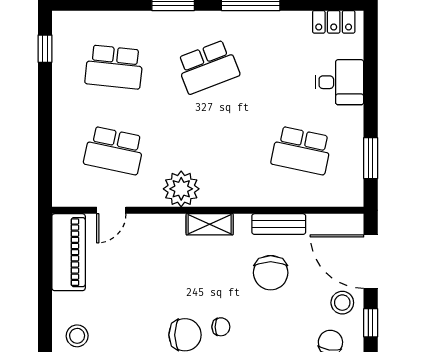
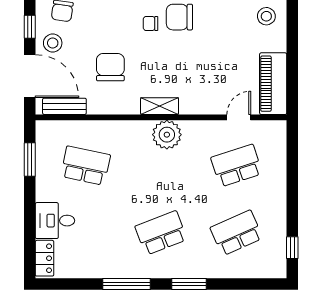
locker: (334, 22) -> (45, 258), moved, turned 90
school desk: (114, 67) -> (236, 233), turned -30
school desk: (114, 150) -> (236, 166), turned -30
plant: (181, 189) -> (167, 135), moved
bench: (279, 224) -> (64, 106), moved

